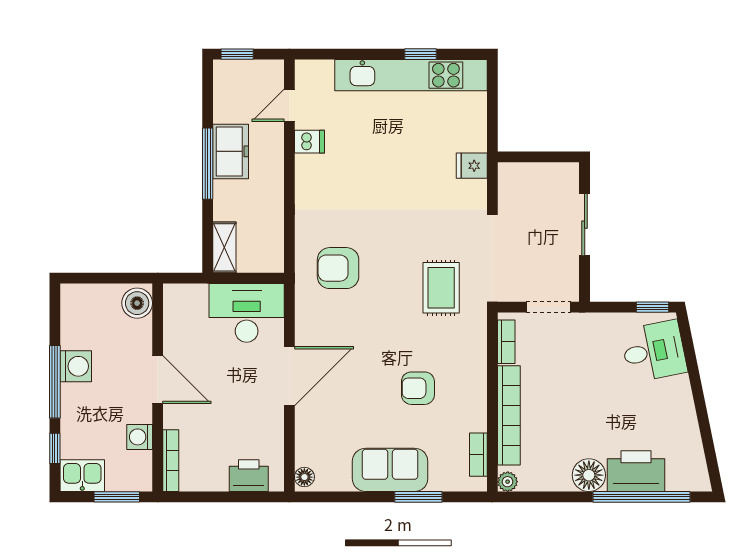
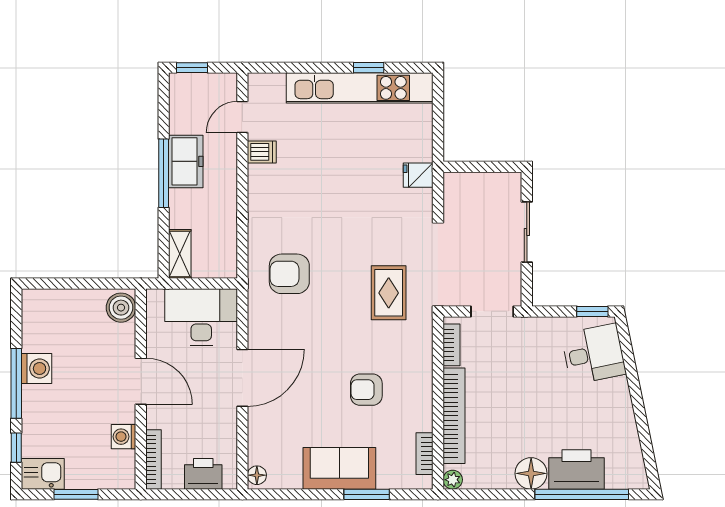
boiler: (137, 303) -> (121, 308), moved
door: (158, 380) -> (141, 381), moved
wall: (158, 388) -> (141, 389), moved
washing machine: (140, 437) -> (123, 437), moved
bookcase: (171, 461) -> (153, 459), moved

